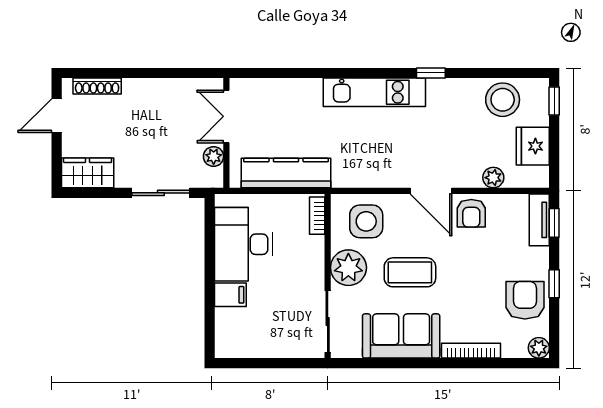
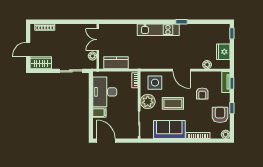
stool: (503, 100) -> (211, 33), removed
door: (57, 116) -> (28, 49), moved
kitchen counter: (286, 173) -> (116, 63), width x0.67
armchair: (471, 213) -> (202, 94), moved
door: (247, 363) -> (106, 141), added

